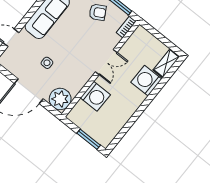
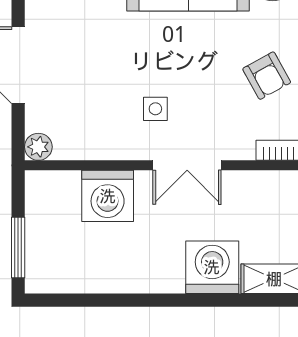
side table: (47, 63) -> (155, 109), moved
plant: (60, 99) -> (38, 147), width x0.53, depth x0.53

